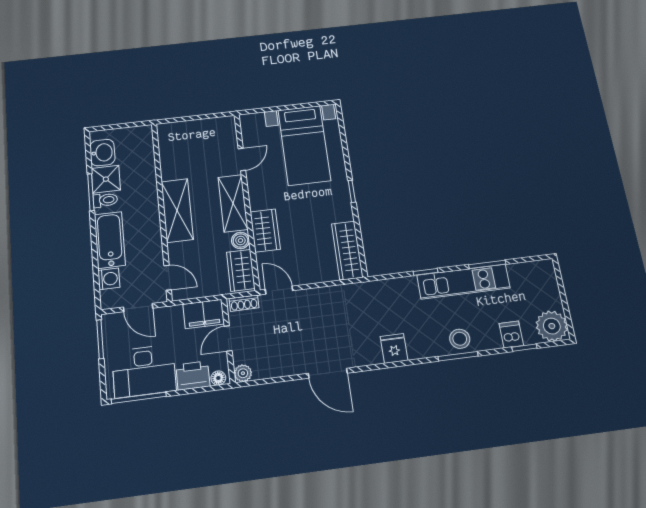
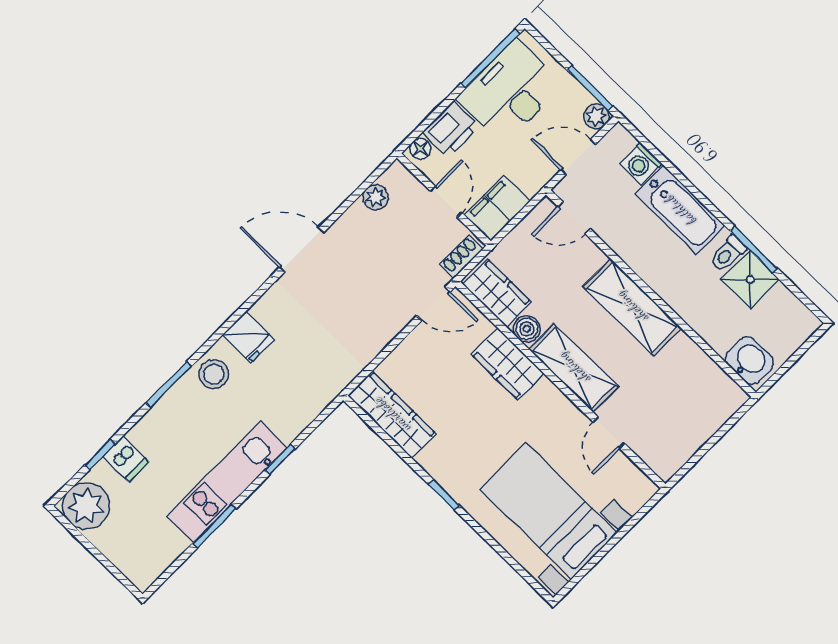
washbasin: (102, 153) -> (749, 361), moved, turned 180
plant: (110, 322) -> (596, 116), added
stool: (460, 339) -> (214, 374), moved
plant: (243, 373) -> (376, 197), moved

